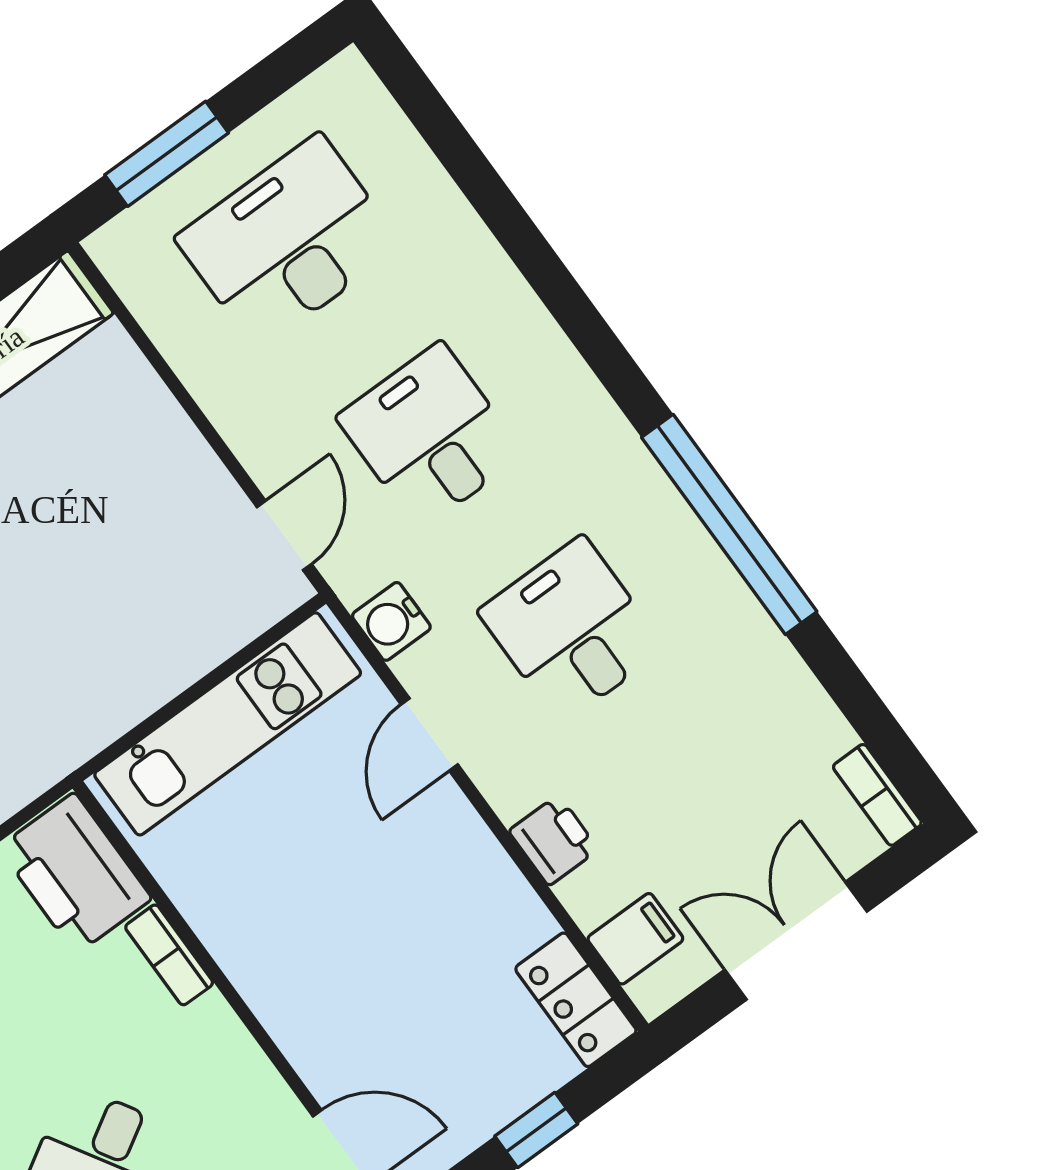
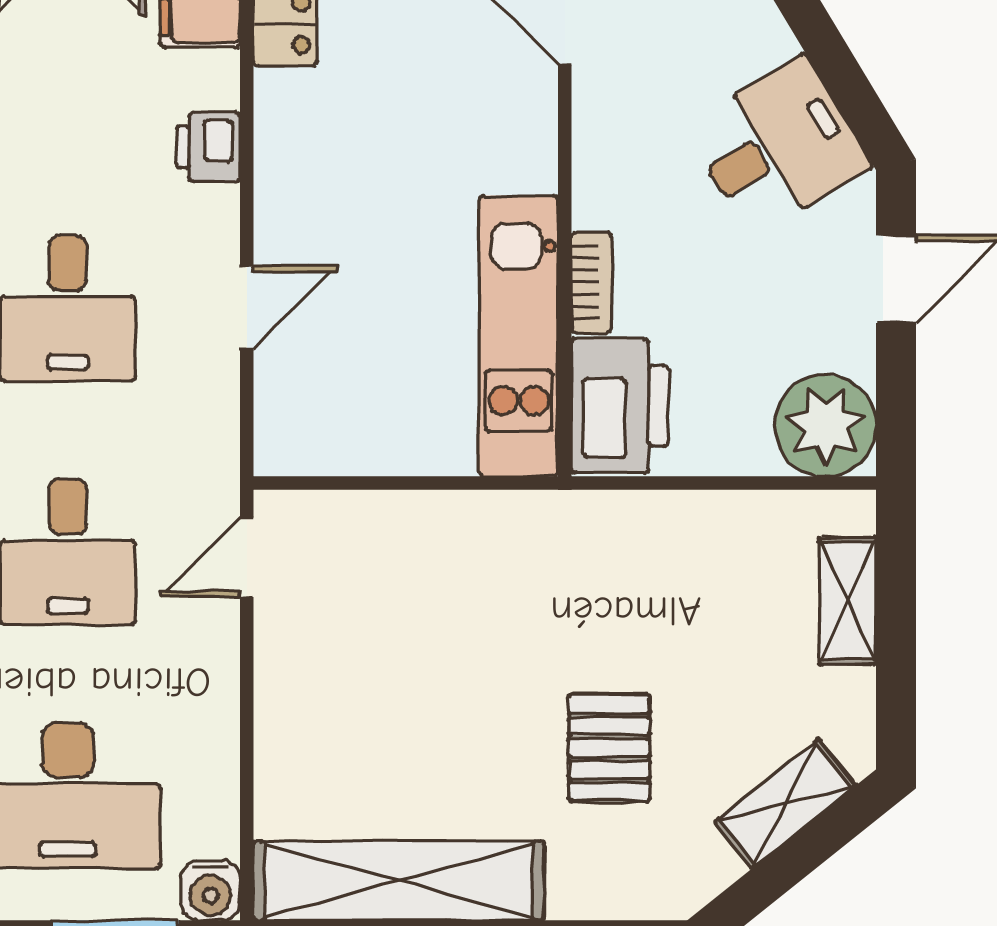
water cooler: (391, 621) -> (210, 891), moved, turned 90
kitchen unit: (228, 724) -> (519, 336), moved, turned -90

